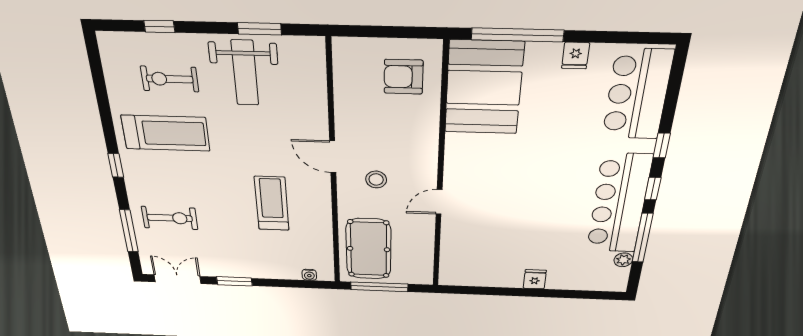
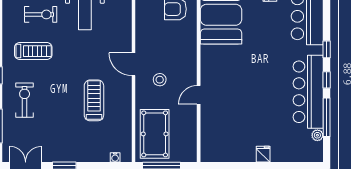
exercise bike: (170, 79) -> (41, 14), turned 180
treadmill: (166, 133) -> (33, 51), width x0.73, depth x0.73
exercise bike: (170, 218) -> (25, 100), moved, turned -90

